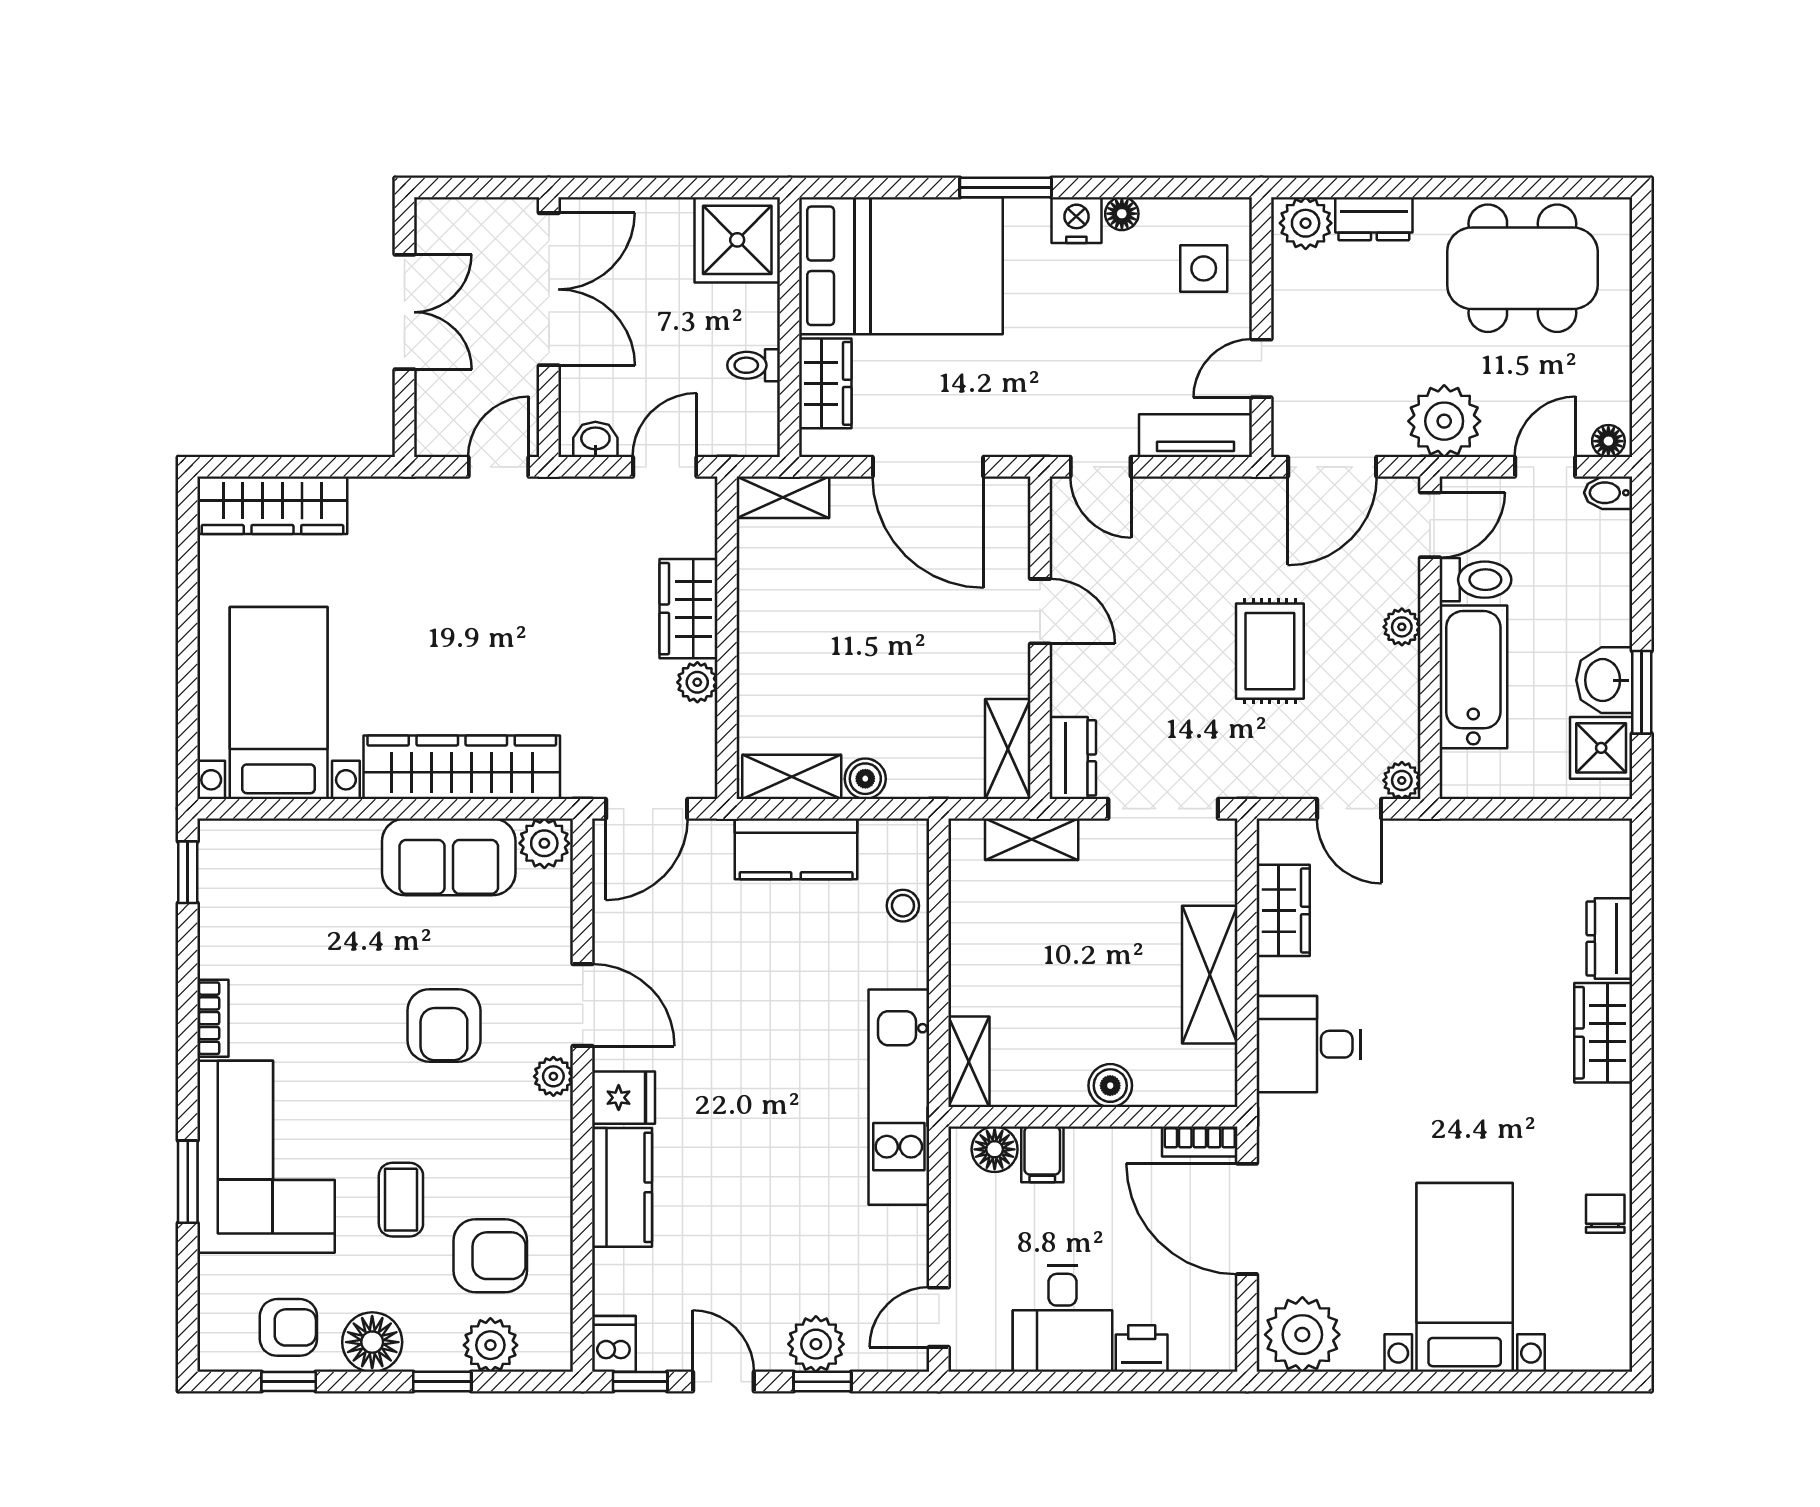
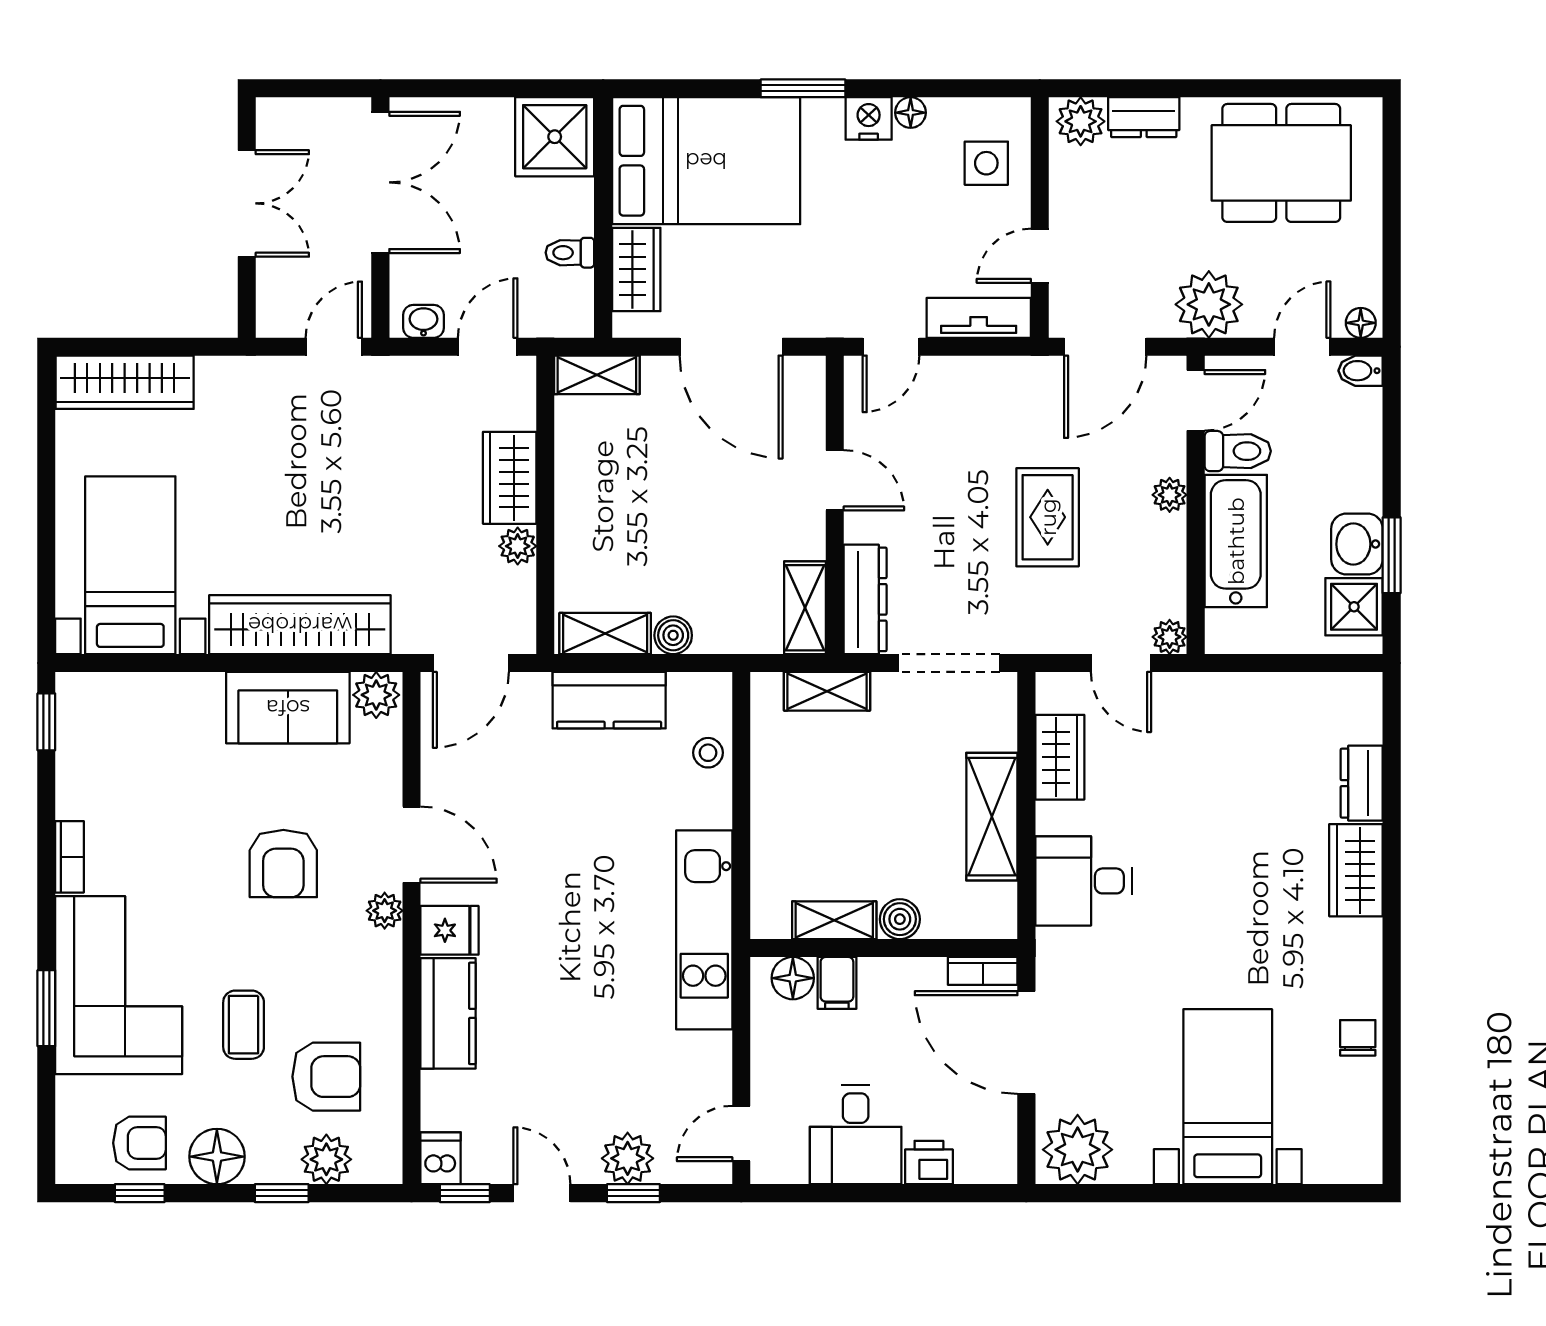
door: (1101, 467) -> (891, 347), hinge flipped
dresser: (1073, 758) -> (865, 599), width x1.44
shelving: (969, 1062) -> (834, 920), moved, turned 90

